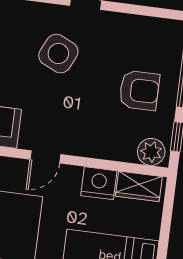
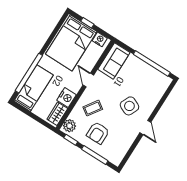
coffee table: (96, 123) -> (93, 108), added

